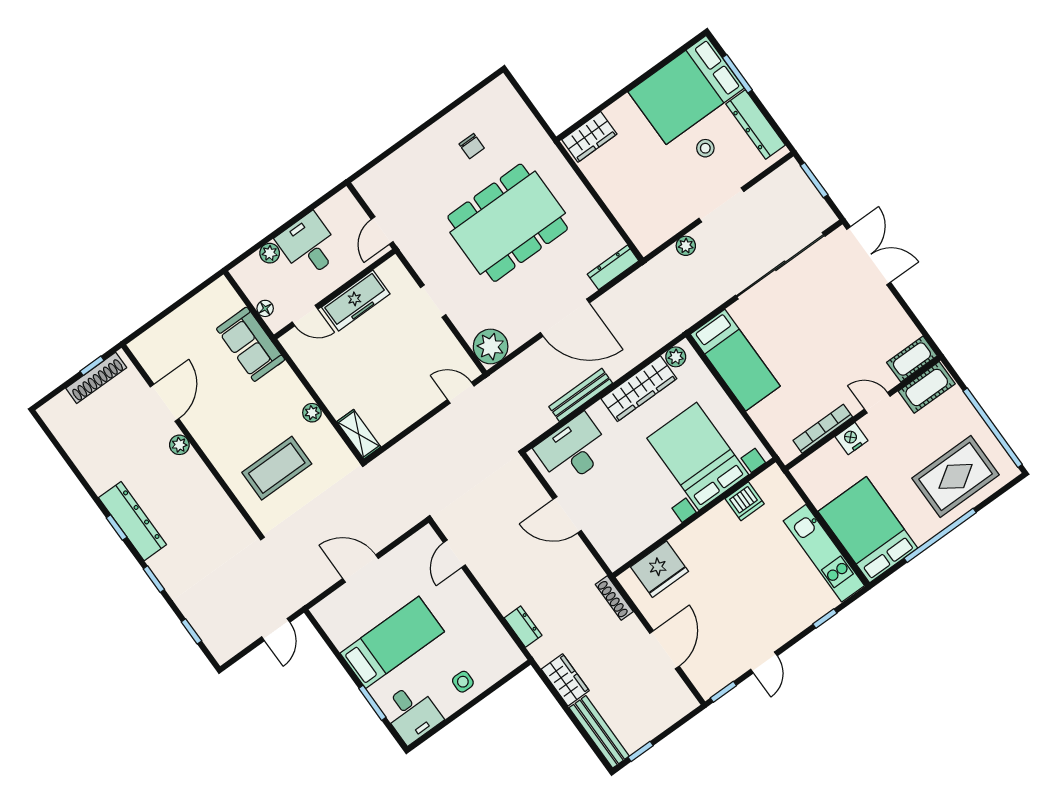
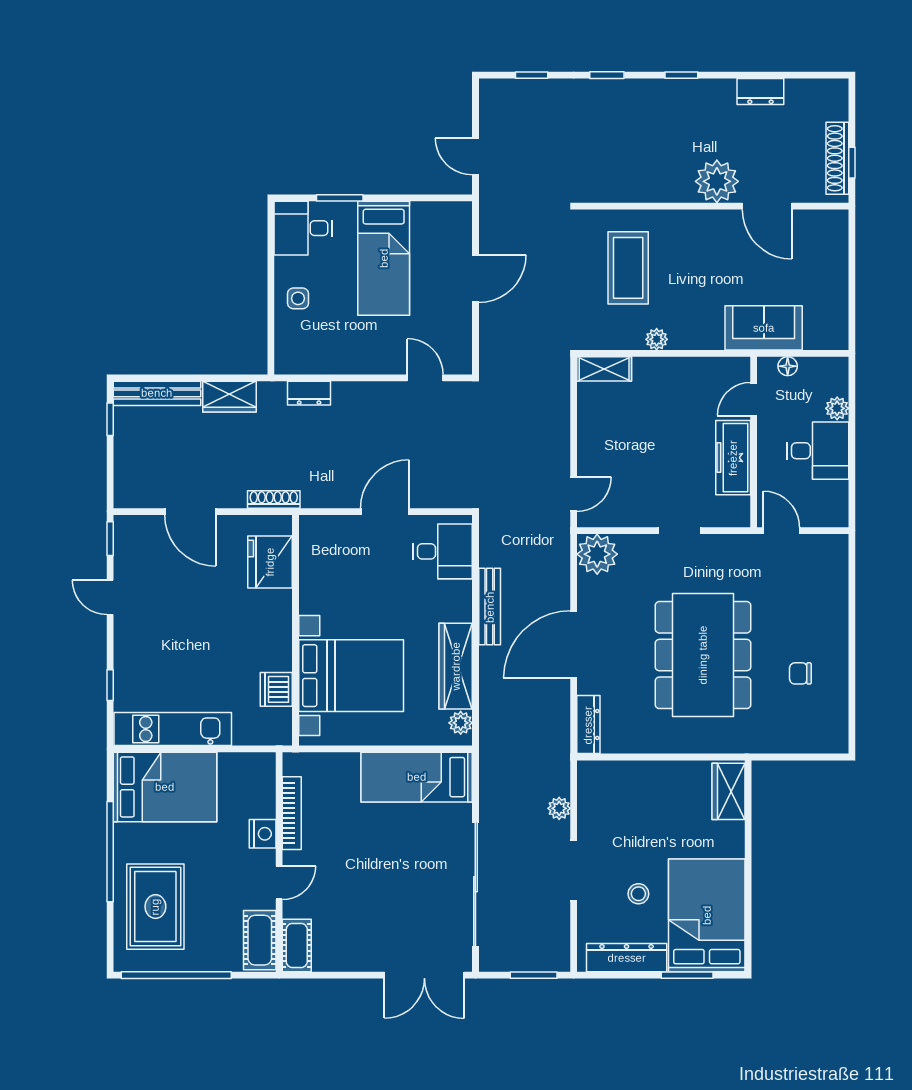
plant: (179, 445) -> (717, 181), width x1.87, depth x1.87
desk: (573, 450) -> (443, 551), width x0.73
dresser: (133, 521) -> (760, 92), moved, width x0.51, depth x0.80

